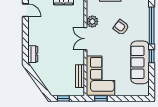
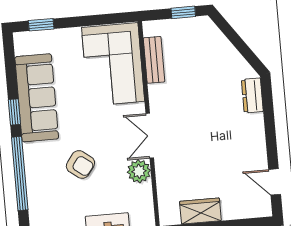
double door: (85, 39) -> (150, 136), swing flipped
window: (101, 98) -> (41, 25), moved

